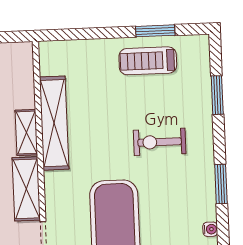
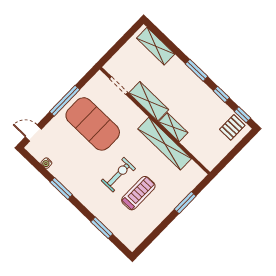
window: (155, 31) -> (185, 203), moved
treadmill: (148, 61) -> (138, 193), moved
exercise bike: (160, 142) -> (118, 175), moved

